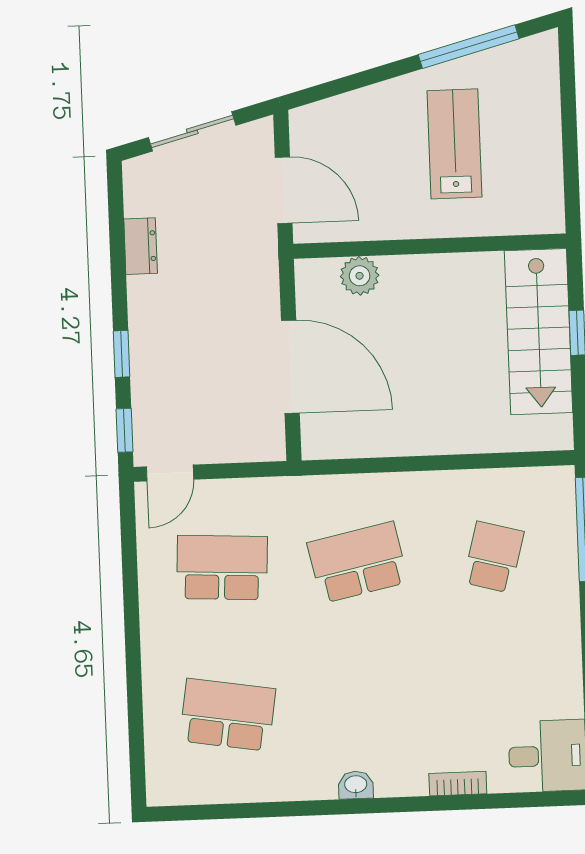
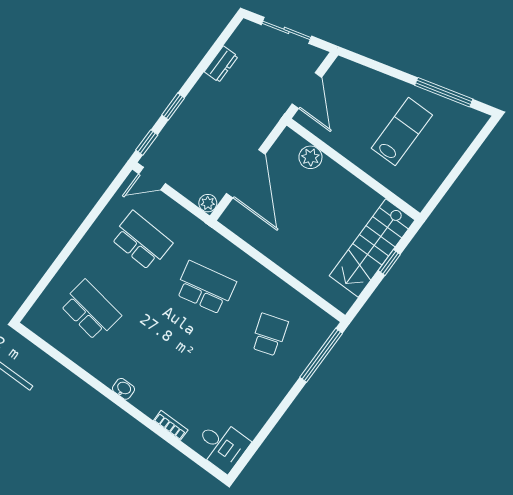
plant: (271, 447) -> (208, 203), added
school desk: (494, 557) -> (269, 335), turned -33

